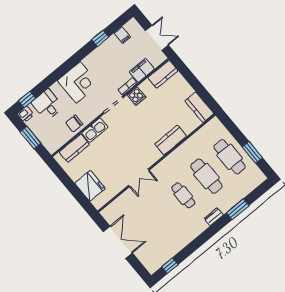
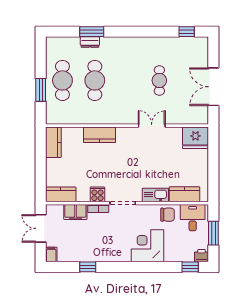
filing cabinet: (122, 35) -> (51, 254), moved
corner desk: (78, 82) -> (148, 246), moved
desk: (47, 105) -> (193, 218), moved, turned 180
window: (252, 152) -> (41, 90), moved
fridge: (90, 186) -> (195, 138), moved, turned -90
cafe table: (183, 195) -> (159, 80), moved
dresser: (214, 217) -> (90, 42), moved

